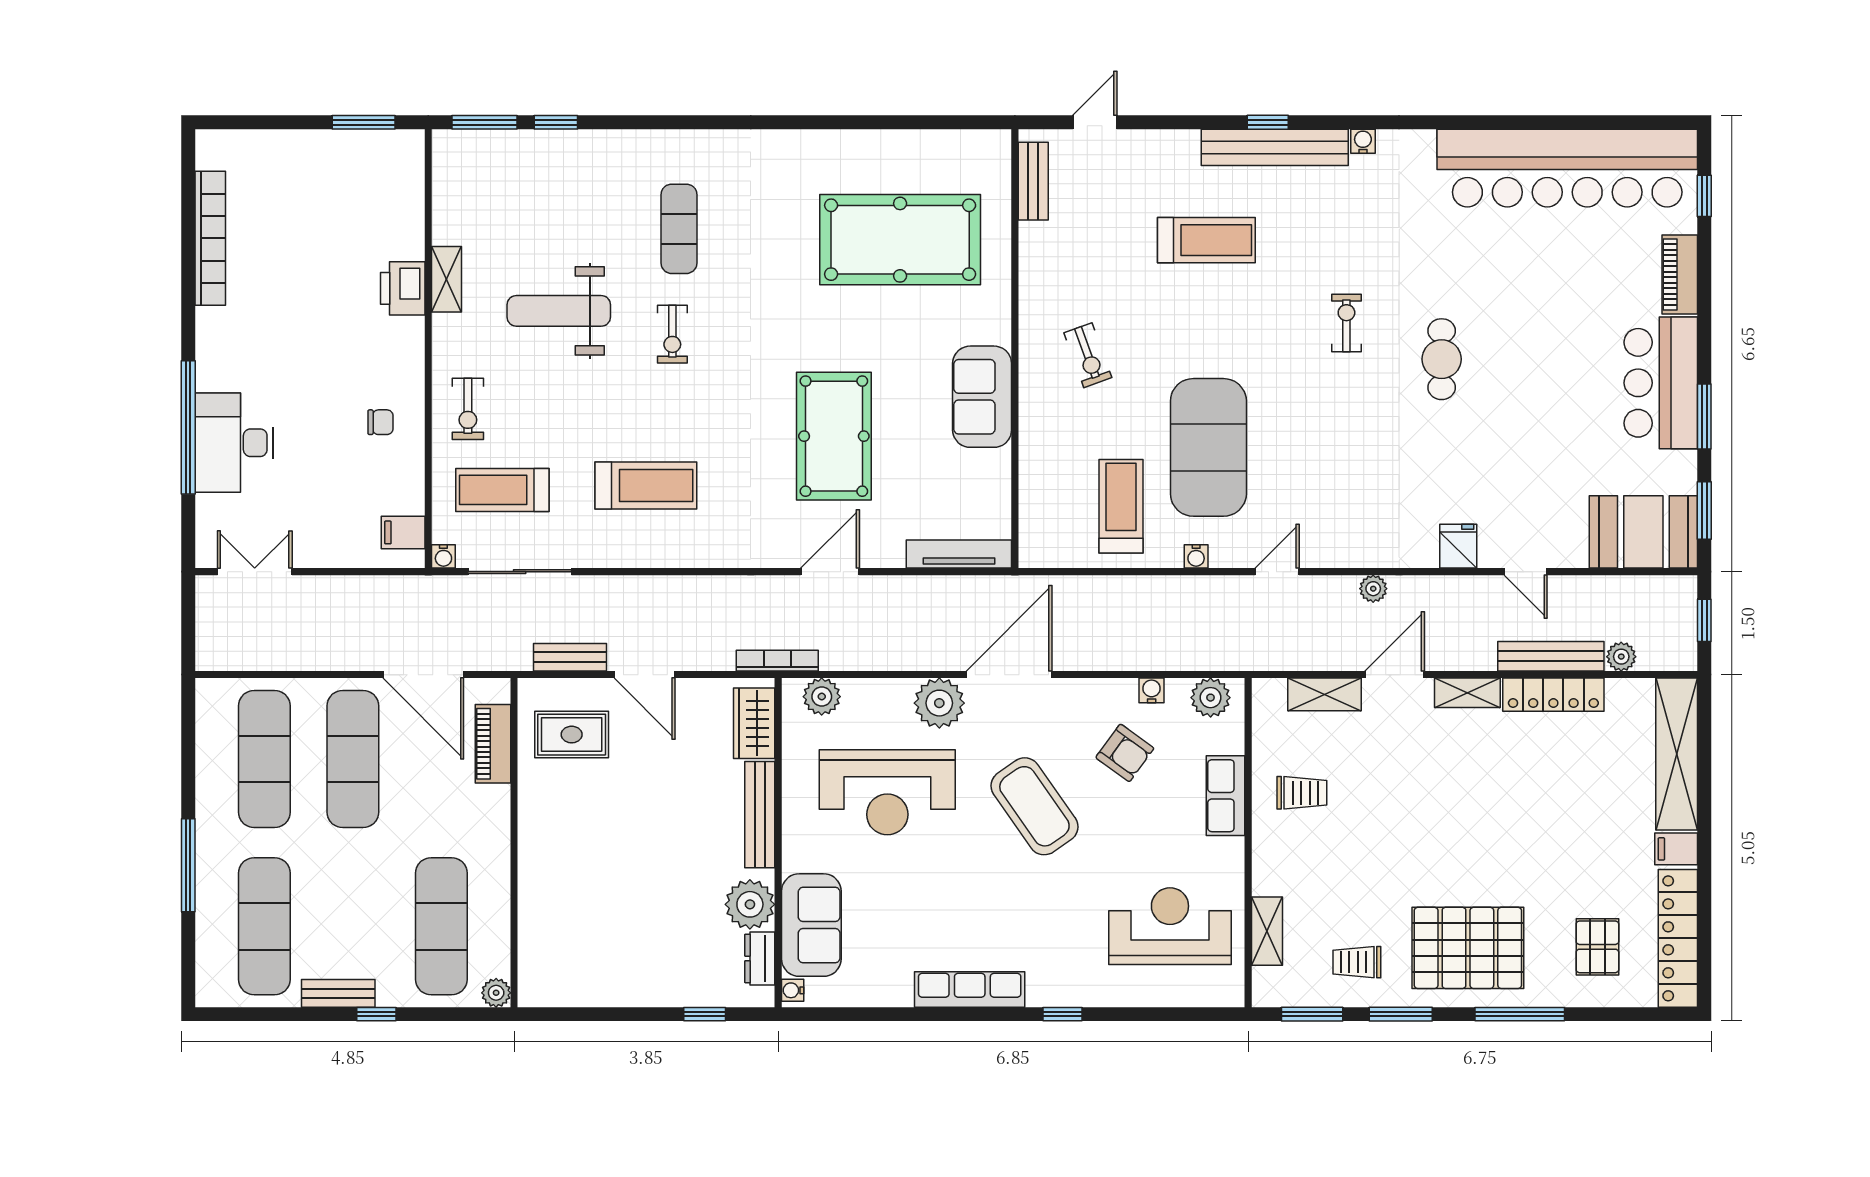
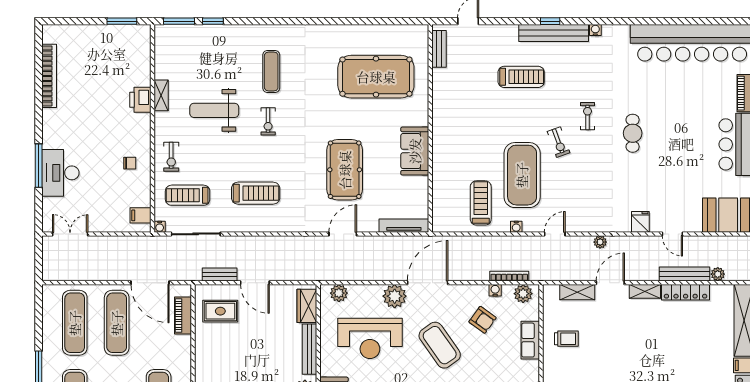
exercise bike: (1088, 355) -> (559, 142), moved
window: (188, 427) -> (39, 166), width x0.68
bookcase: (777, 661) -> (509, 276), moved

